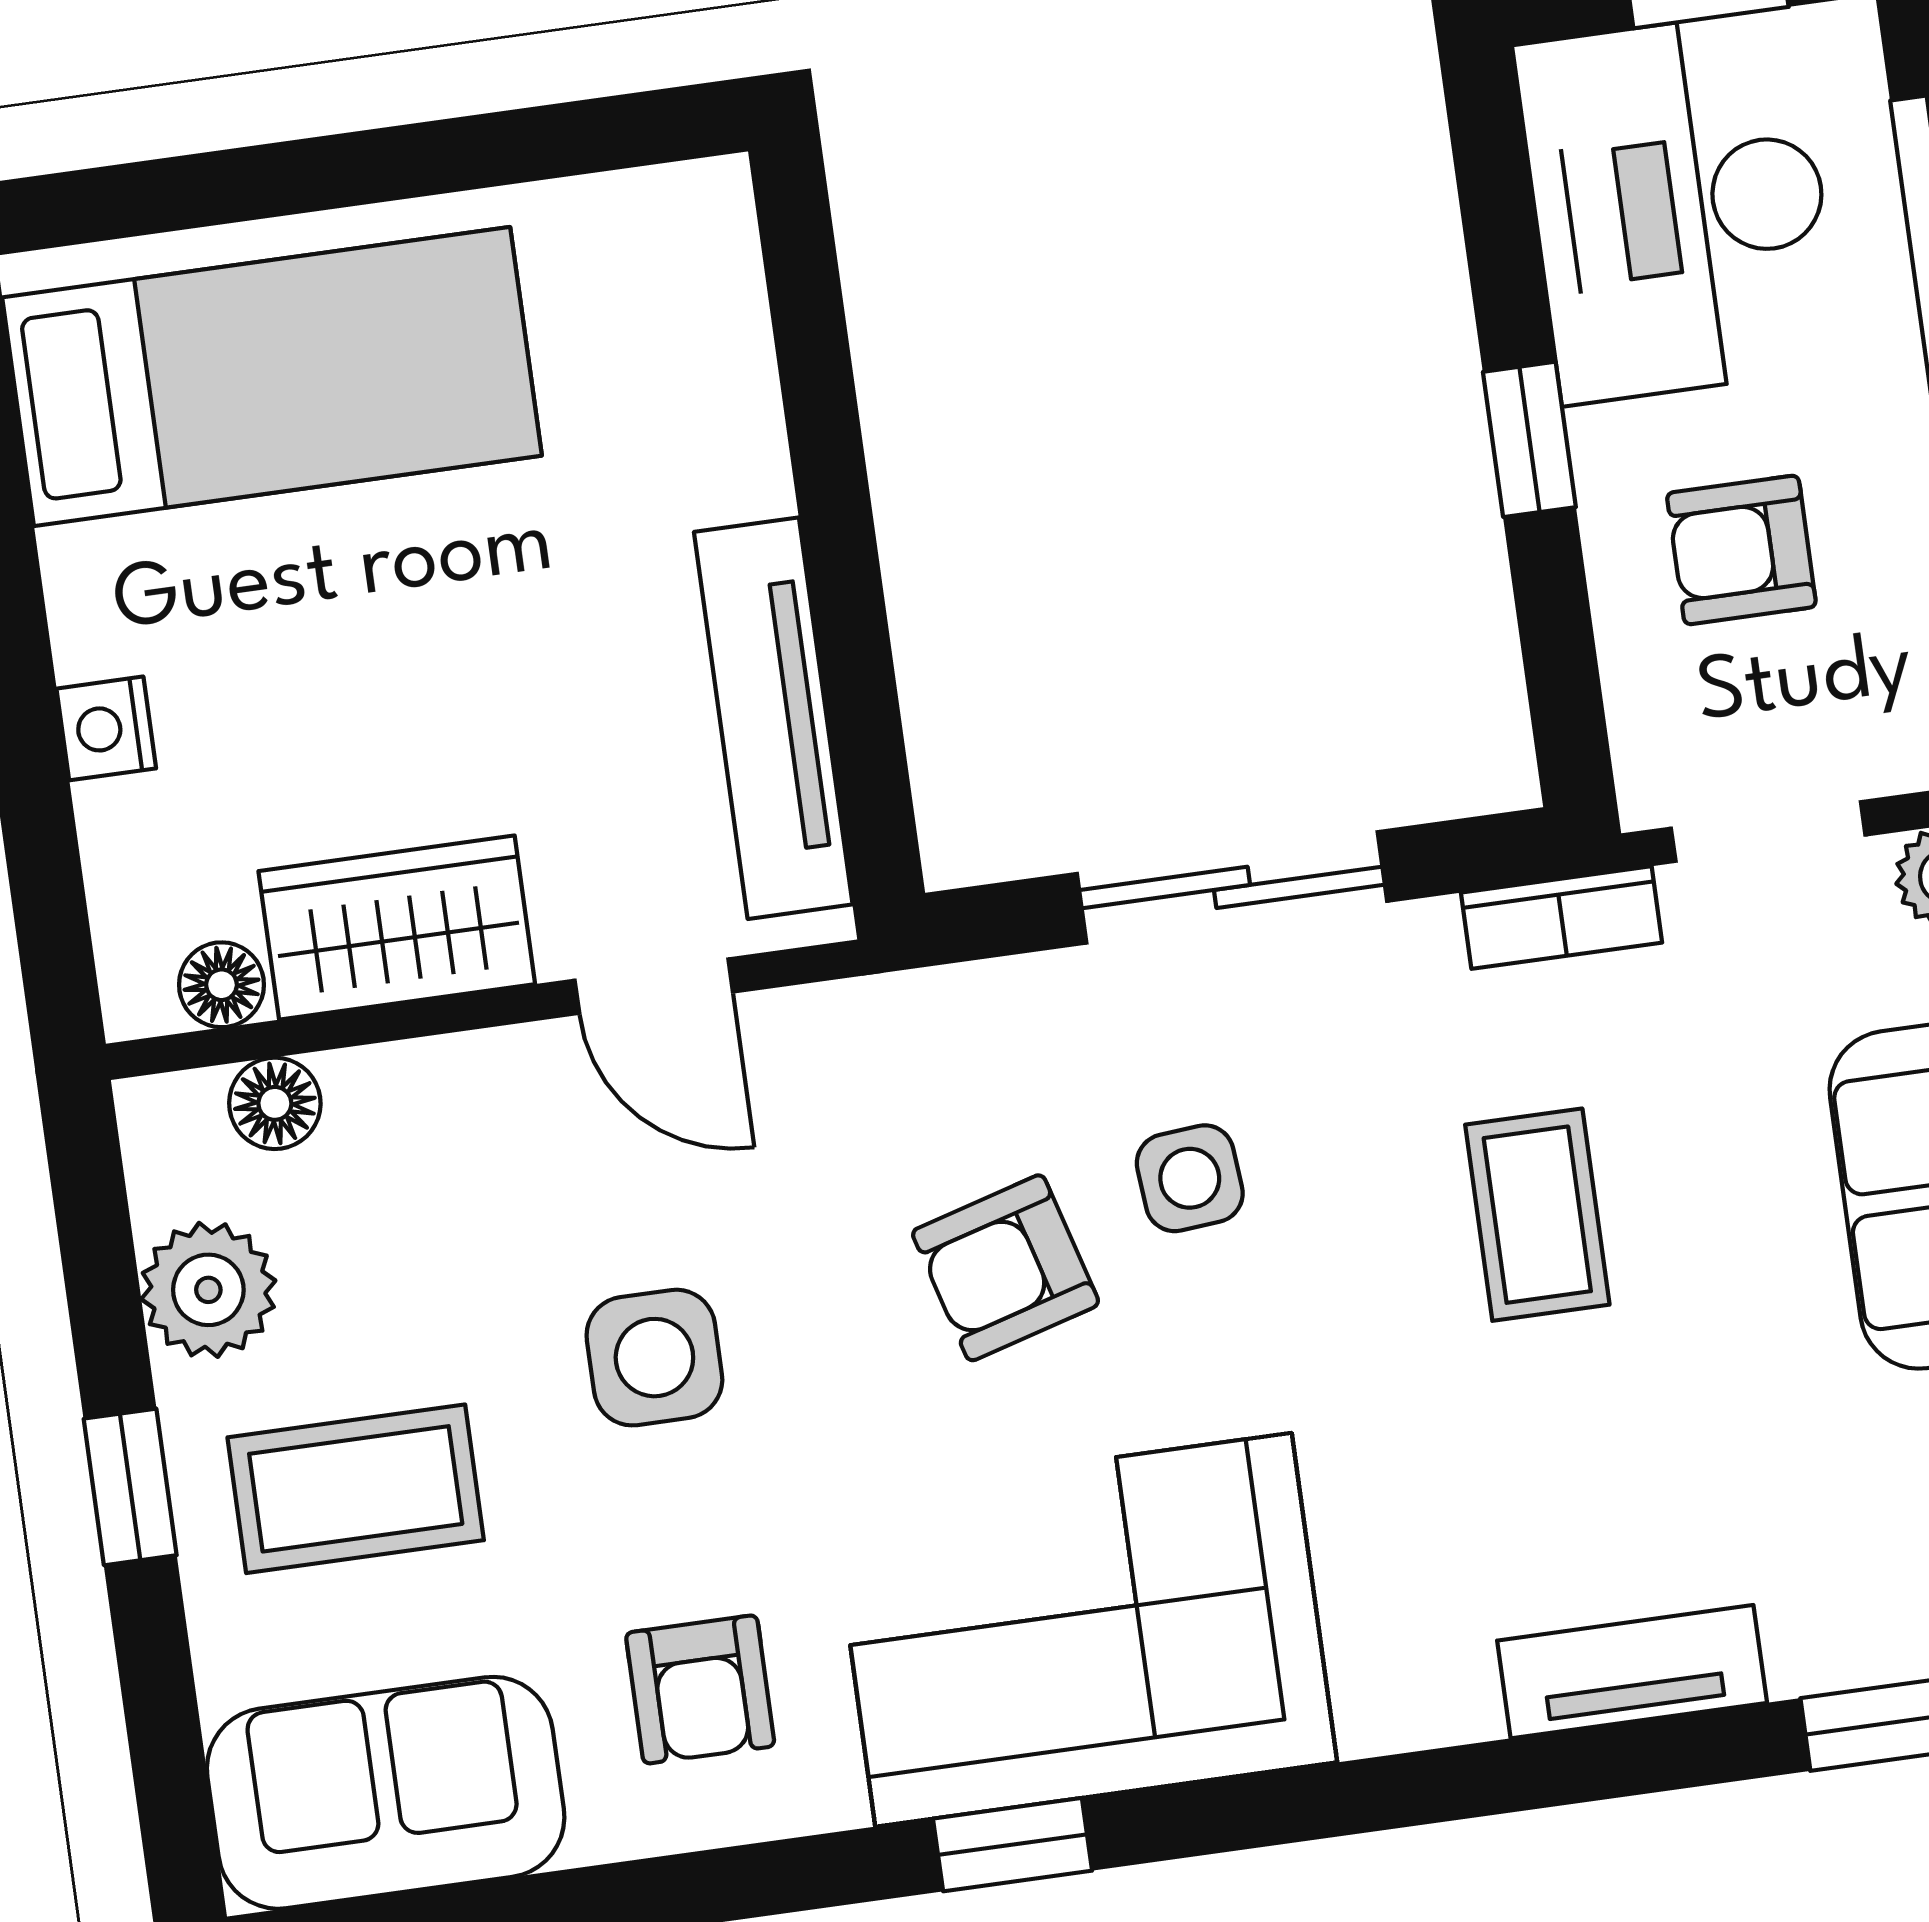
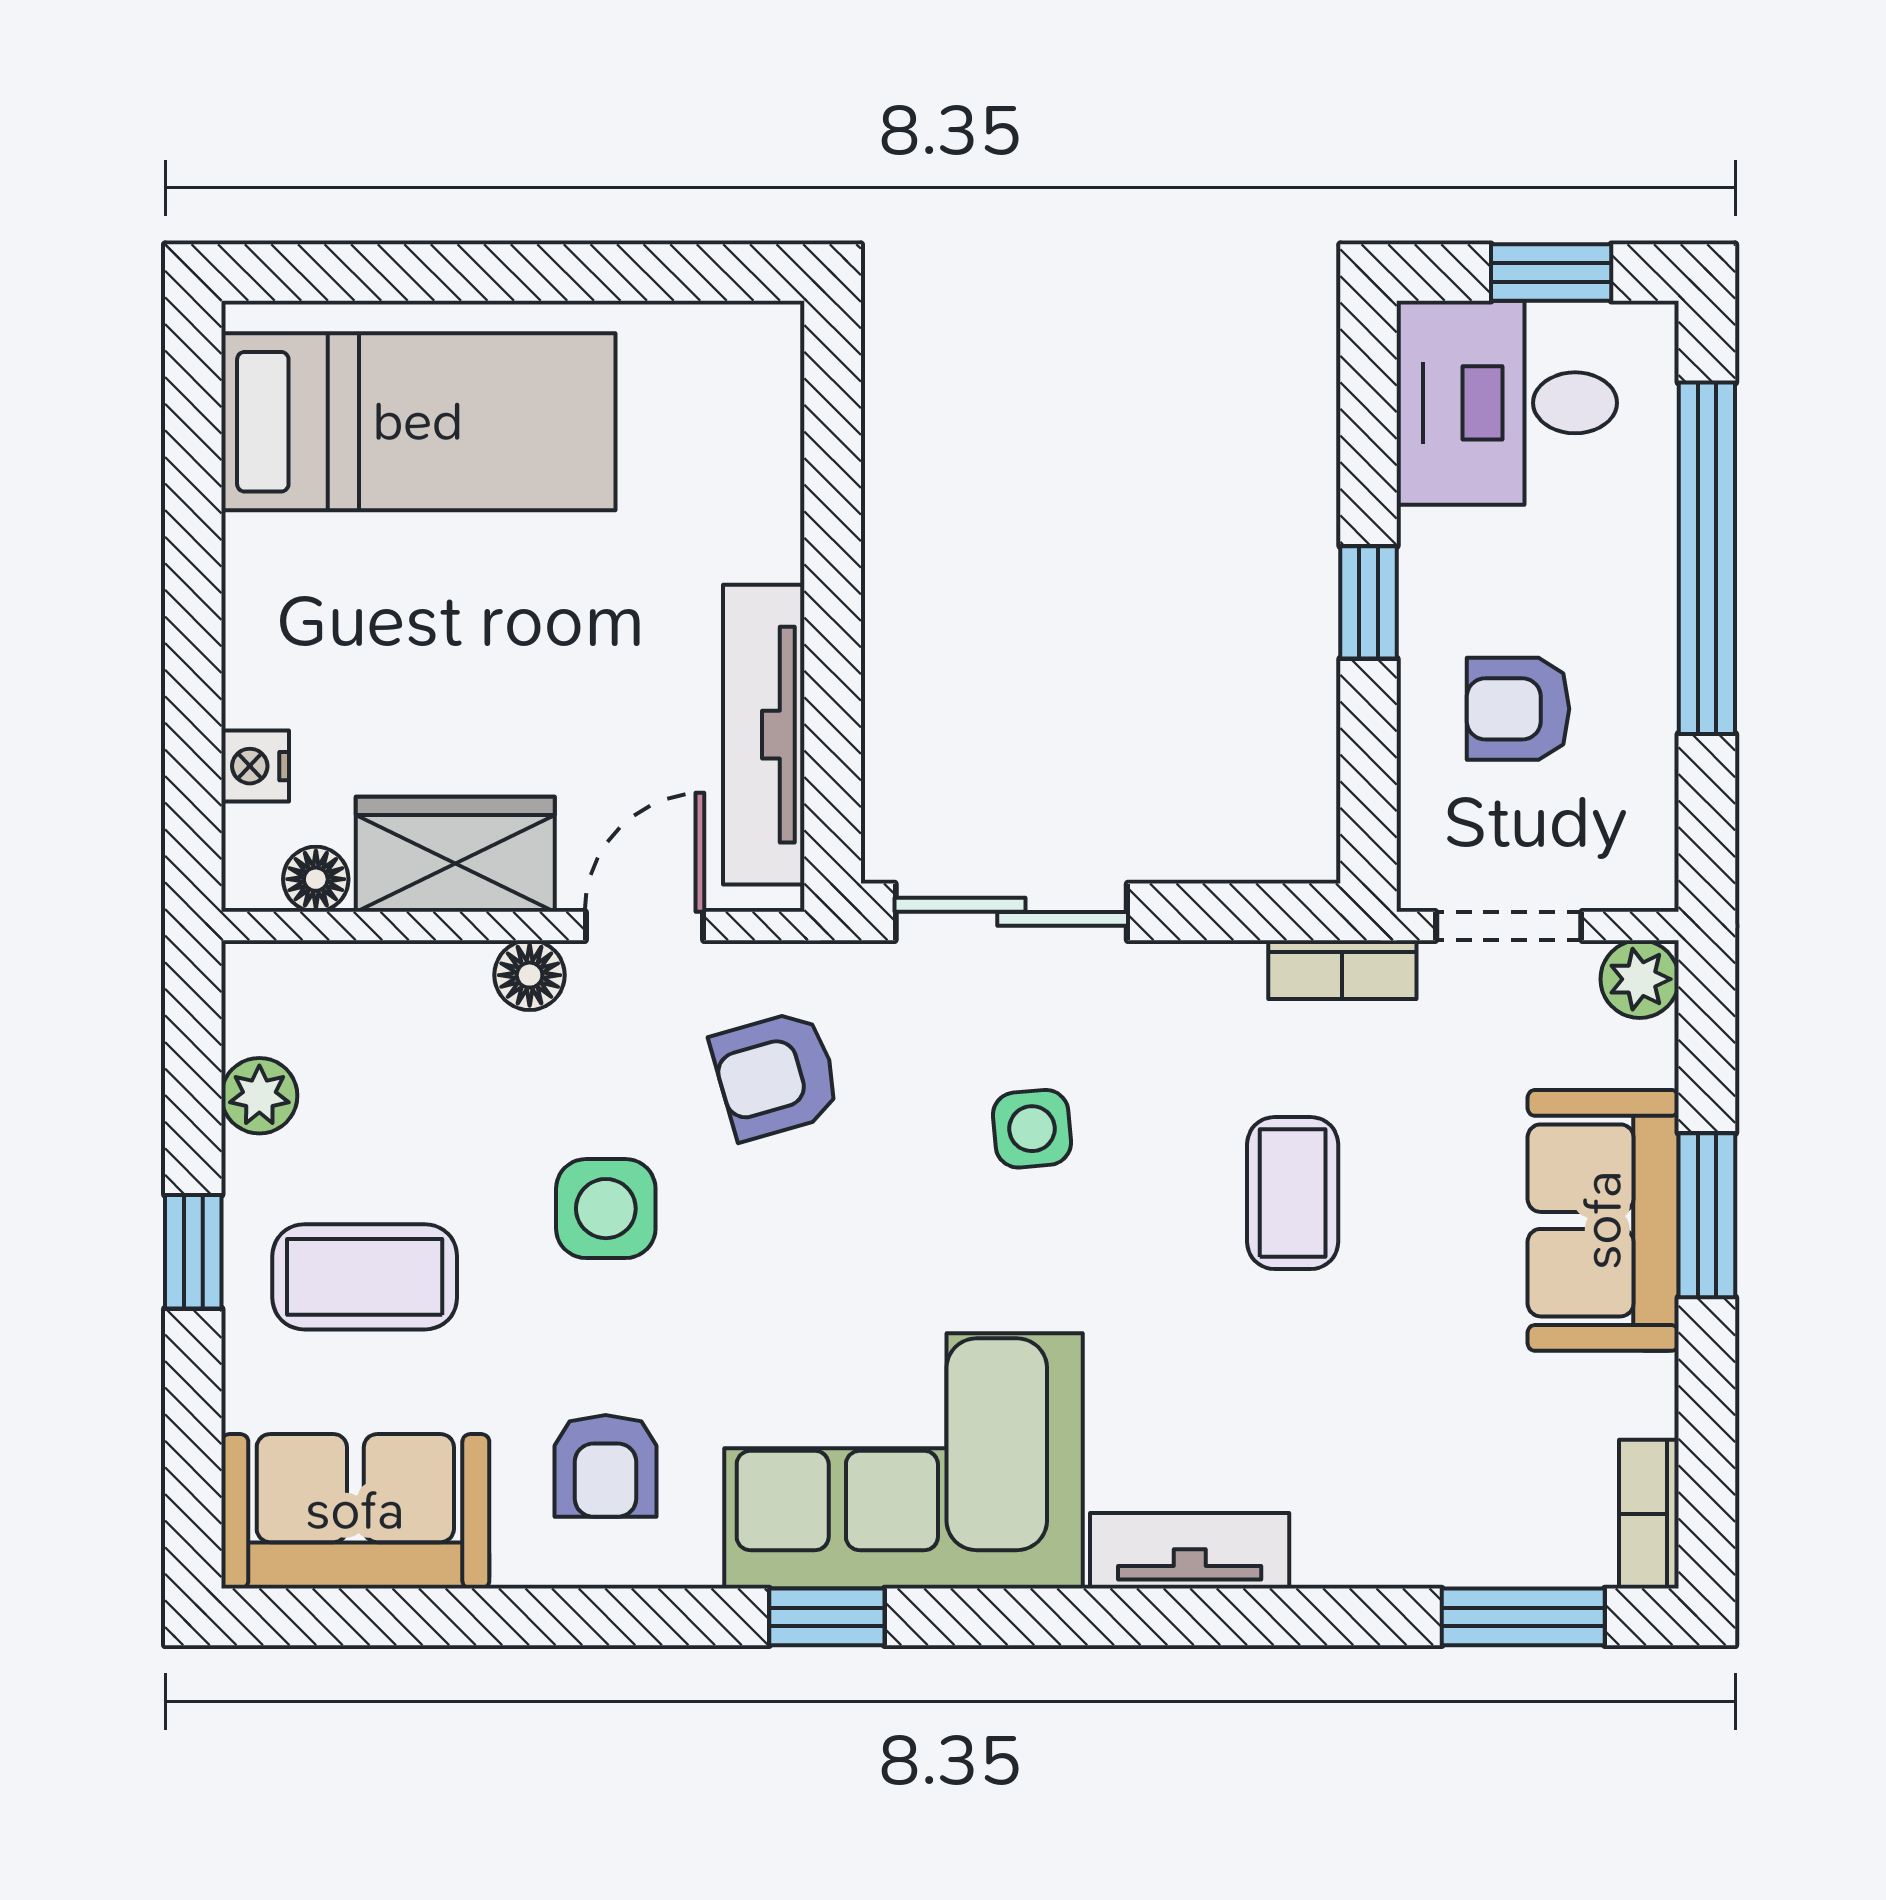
desk: (1679, 206) -> (1507, 403), width x0.73
nightstand: (106, 728) -> (255, 766), moved
sliding door: (1232, 887) -> (1011, 912), moved
door: (654, 986) -> (645, 926), swing flipped
floor lamp: (275, 1103) -> (530, 975), moved
armchair: (1006, 1268) -> (776, 1075), moved
plant: (208, 1290) -> (259, 1096), width x0.73, depth x0.73
tv unit: (1632, 1672) -> (1190, 1551), moved

